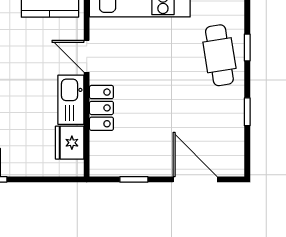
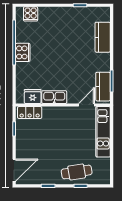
door: (87, 56) -> (87, 105), moved
locker: (101, 108) -> (30, 113), moved
door: (195, 179) -> (14, 170), moved

